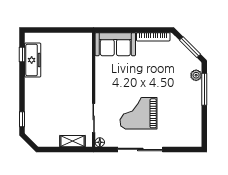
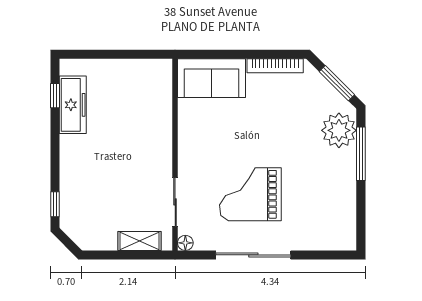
plant: (196, 75) -> (339, 130), width x1.87, depth x1.87

